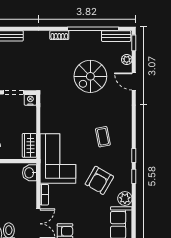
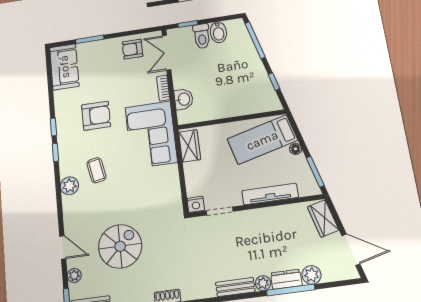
washbasin: (29, 173) -> (184, 99), moved
armchair: (99, 180) -> (96, 116), turned 60
plant: (125, 199) -> (69, 186), moved

